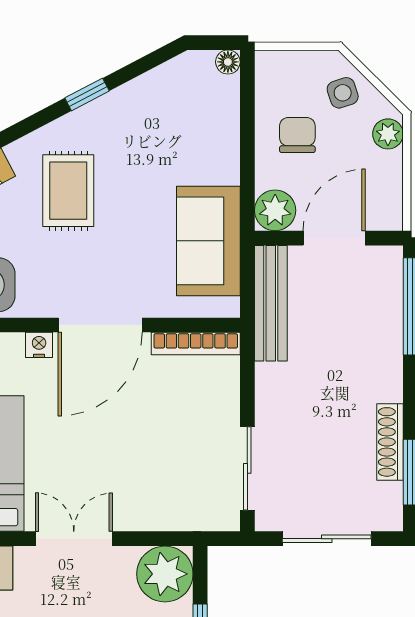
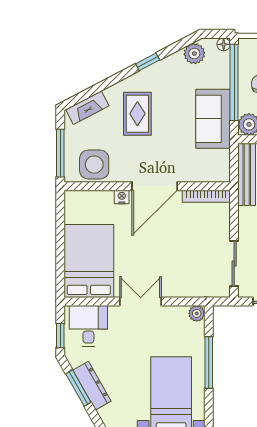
plant: (174, 79) -> (194, 54), added
window: (247, 132) -> (234, 82), added
sofa: (208, 241) -> (213, 119), moved
plant: (165, 574) -> (197, 313), width x0.53, depth x0.53

